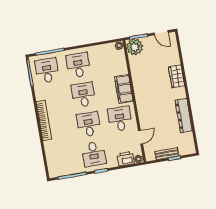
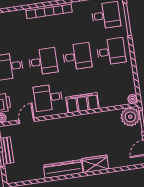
dresser: (184, 116) -> (63, 169), moved
desk: (120, 119) -> (48, 98), turned 180
door: (141, 137) -> (27, 121), swing flipped

